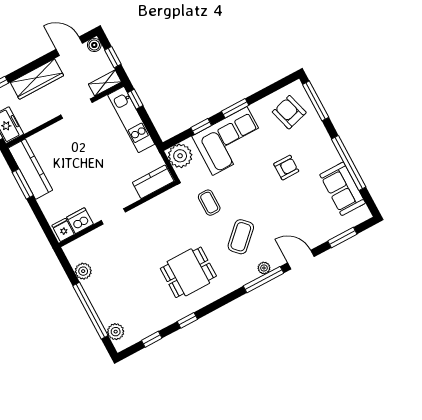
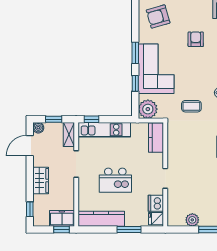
wardrobe: (37, 79) -> (41, 181), width x0.67
kitchen island: (82, 162) -> (115, 180), added
window: (23, 184) -> (129, 230), moved

